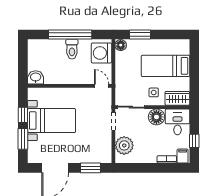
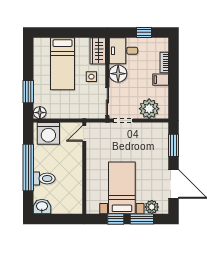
toilet: (72, 49) -> (44, 179), moved
washbasin: (36, 77) -> (42, 207), moved, turned 90
plant: (34, 148) -> (152, 207), added
filing cabinet: (183, 156) -> (161, 80), moved

